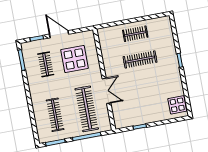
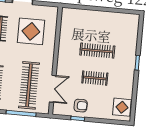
clothes rail: (135, 34) -> (95, 78), moved
double door: (106, 91) -> (53, 89), moved
armchair: (139, 114) -> (81, 106), added

